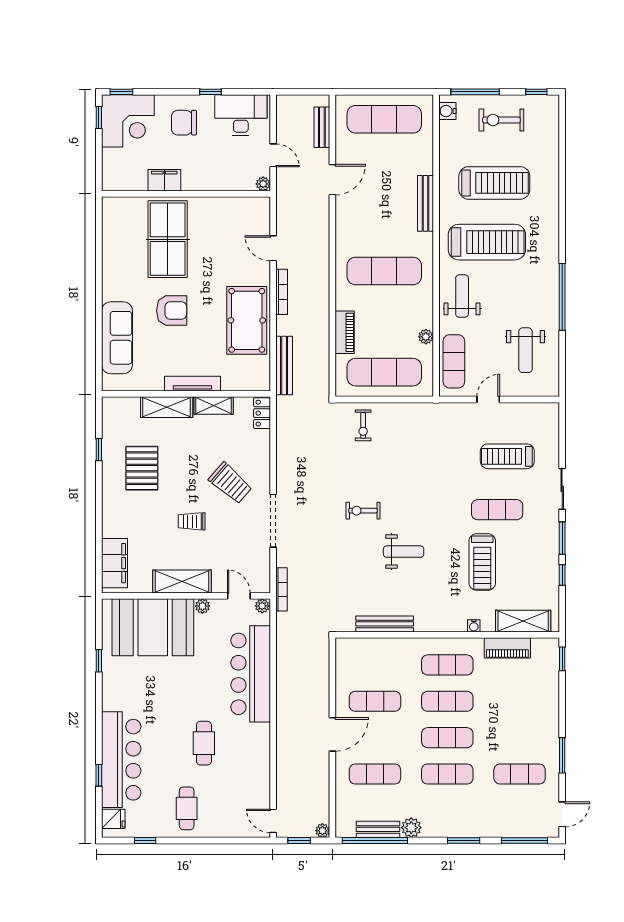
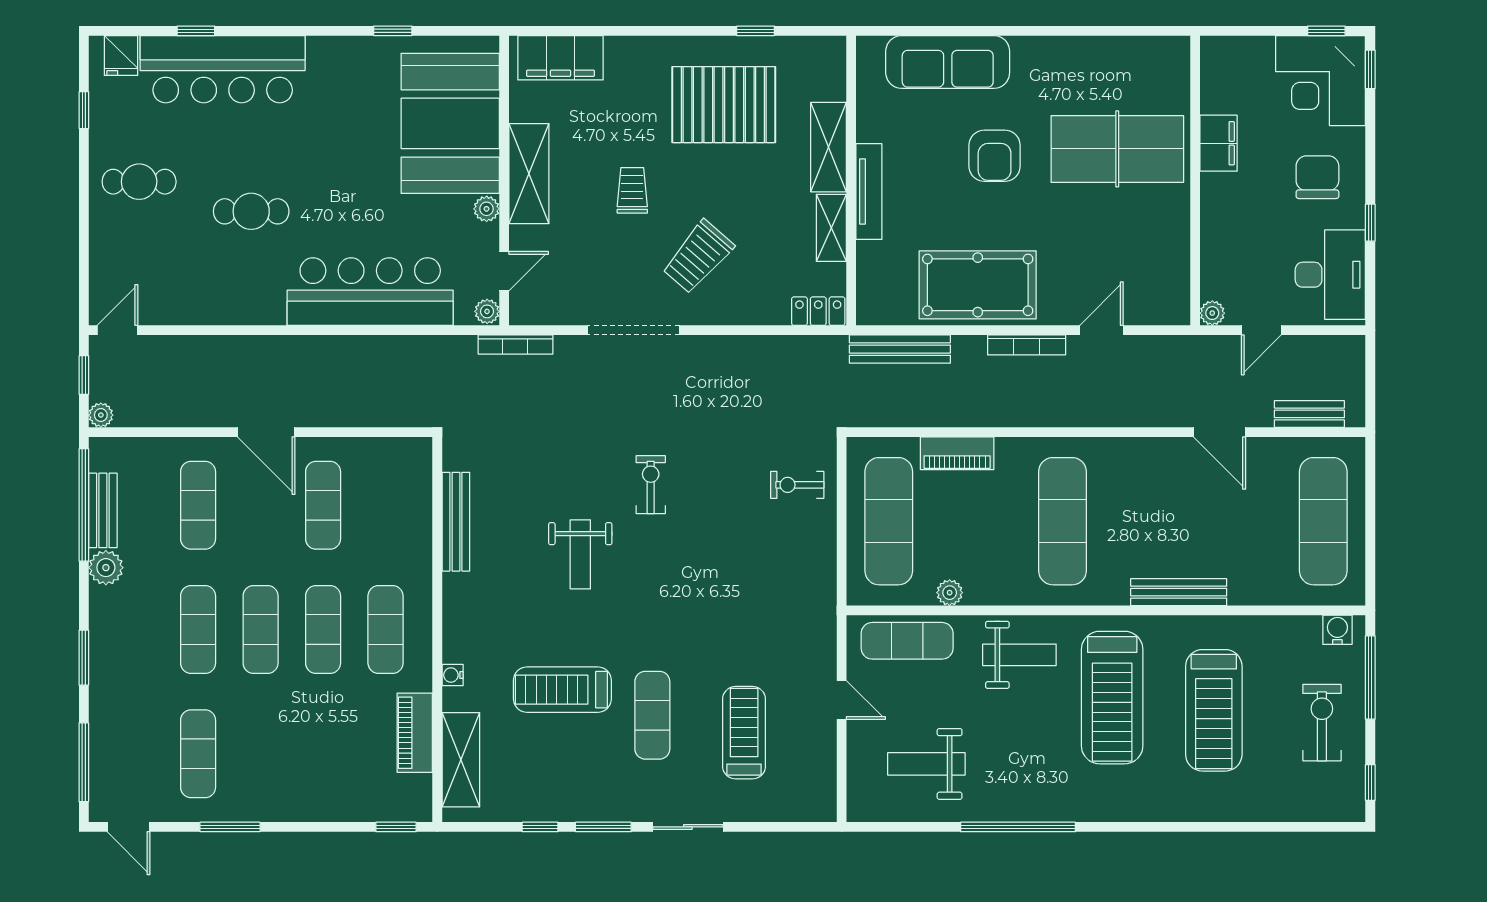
pallet: (142, 468) -> (724, 105), width x1.37, depth x1.41

